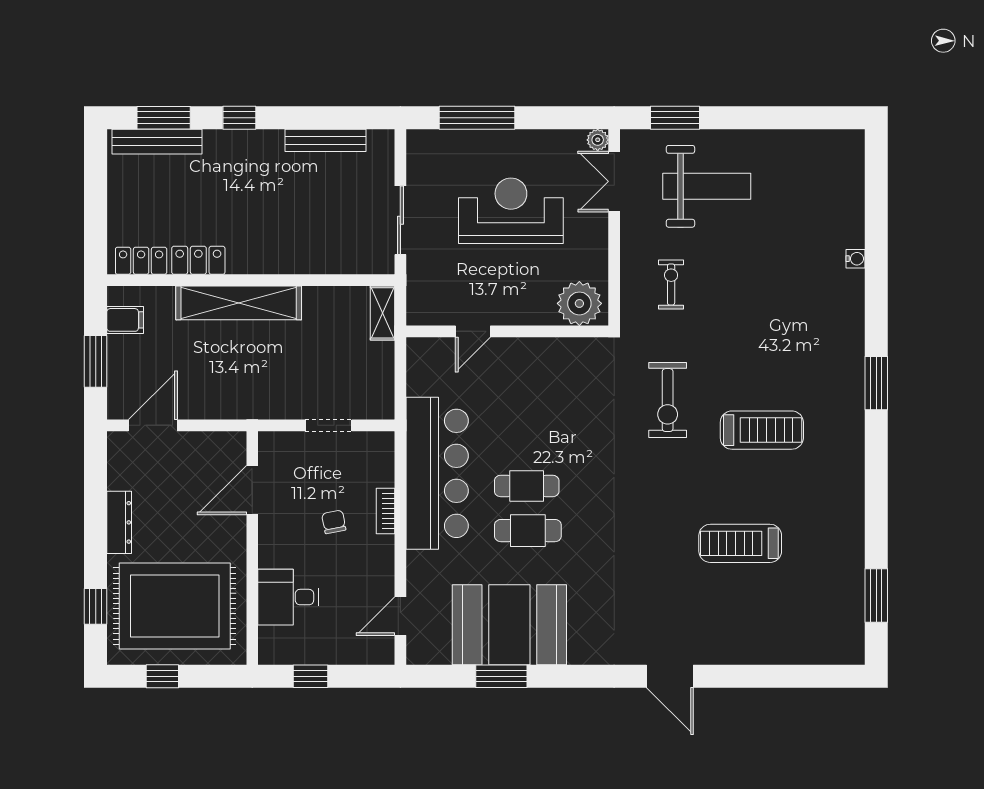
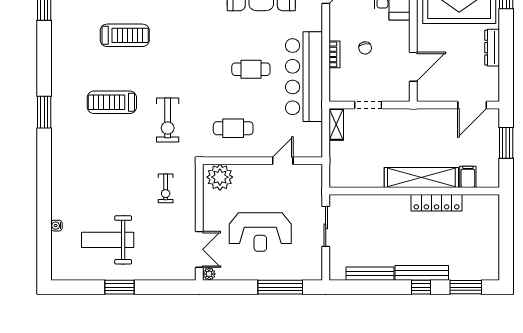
window: (675, 118) -> (120, 287), moved
bench: (157, 142) -> (422, 273), moved
weight bench: (707, 186) -> (108, 240), moved
water cooler: (855, 259) -> (57, 226), moved
locker: (198, 260) -> (436, 203), width x1.53
locker: (141, 261) -> (479, 202), removed
shelving: (383, 313) -> (336, 124), moved
filing cabinet: (125, 320) -> (468, 177), moved, turned 90
window: (876, 383) -> (44, 112), moved
exercise bike: (668, 400) -> (168, 120), turned 180
cafe table: (528, 531) -> (233, 128), moved

